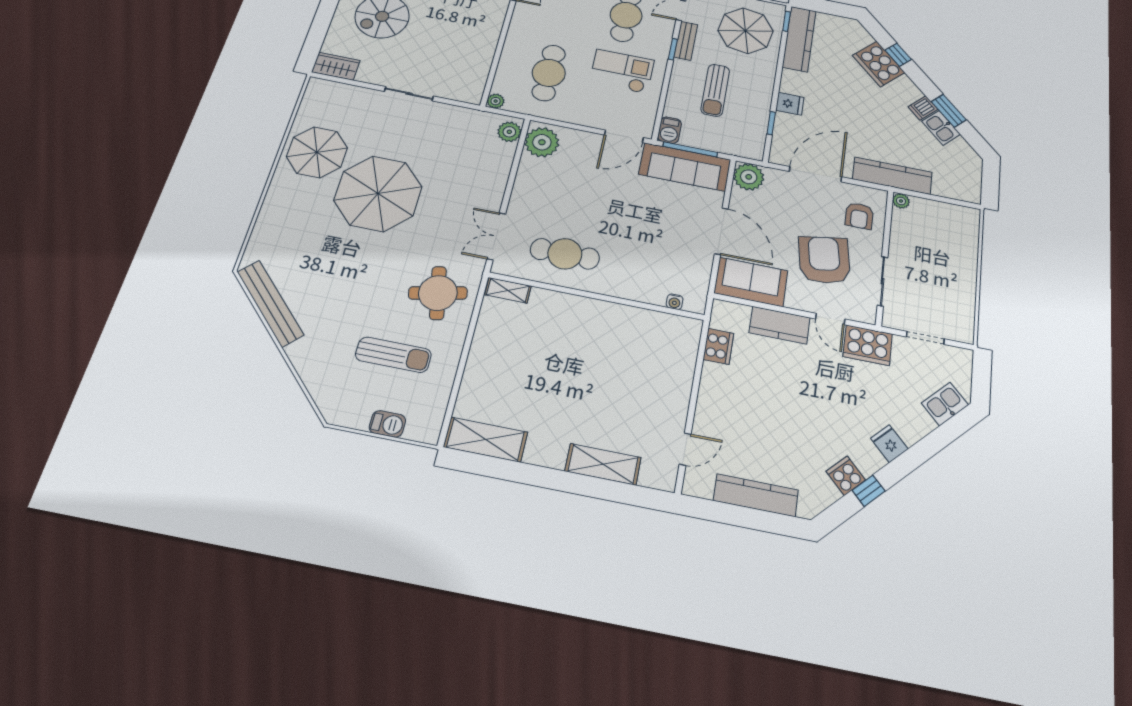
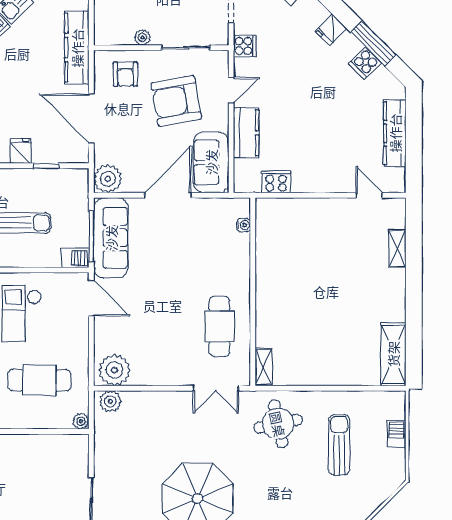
plant: (901, 201) -> (142, 37), moved
armchair: (859, 216) -> (125, 74), turned 90
cooker: (868, 345) -> (245, 46), width x0.53, depth x0.76
shelving: (603, 464) -> (397, 249), width x0.67, depth x0.75
window: (869, 491) -> (373, 43), width x2.17

